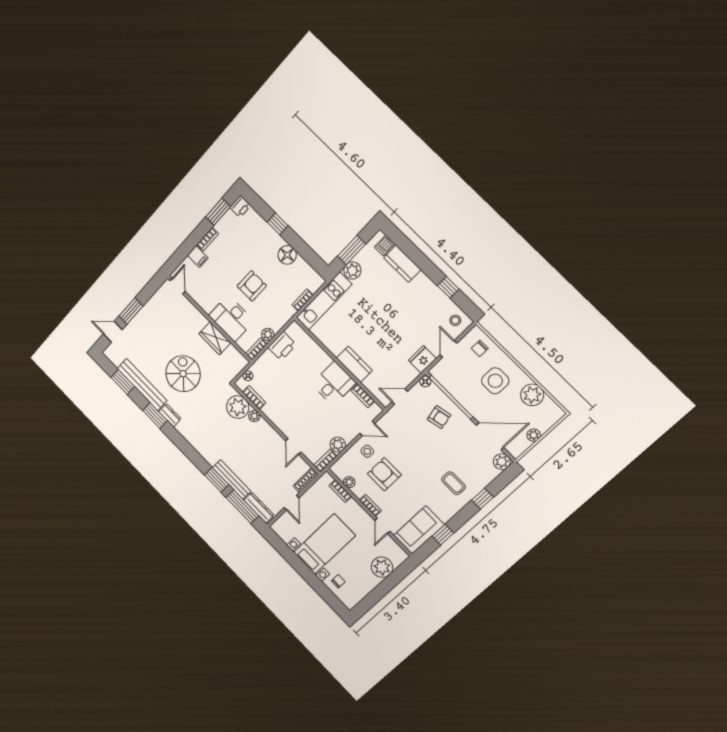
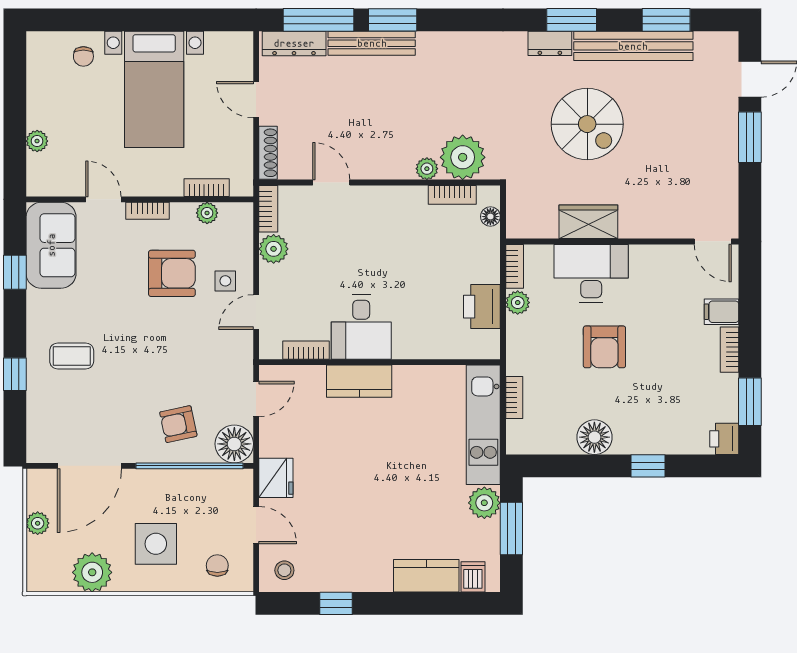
floor lamp: (425, 381) -> (234, 444), width x1.89, depth x1.89
plant: (502, 462) -> (41, 448), removed
plant: (382, 567) -> (37, 141), width x0.53, depth x0.53

